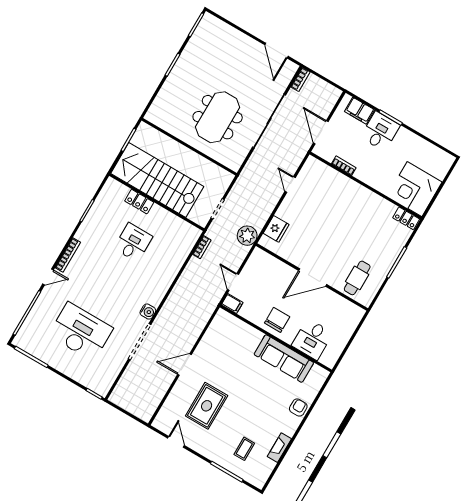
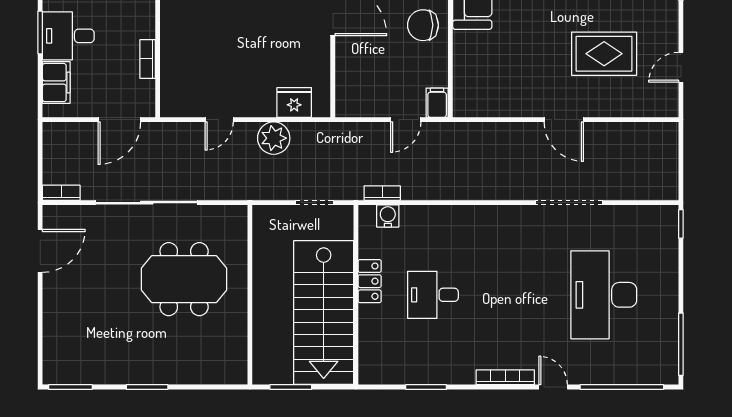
locker: (139, 202) -> (370, 281), moved
plant: (247, 236) -> (274, 138), moved
water cooler: (148, 312) -> (388, 216), moved

